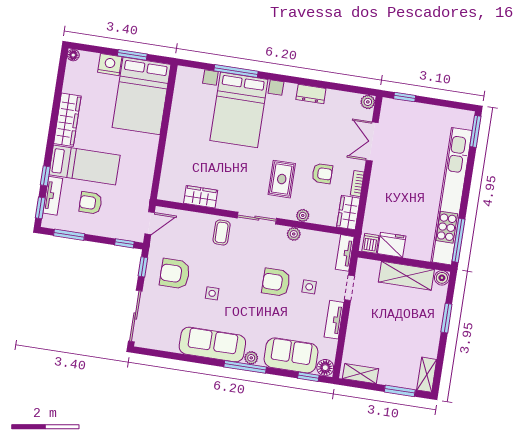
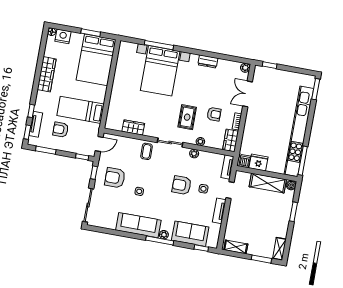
nightstand: (110, 65) -> (63, 36), moved
bed: (84, 165) -> (81, 110), moved, turned 180
floor lamp: (325, 368) -> (213, 242), removed

